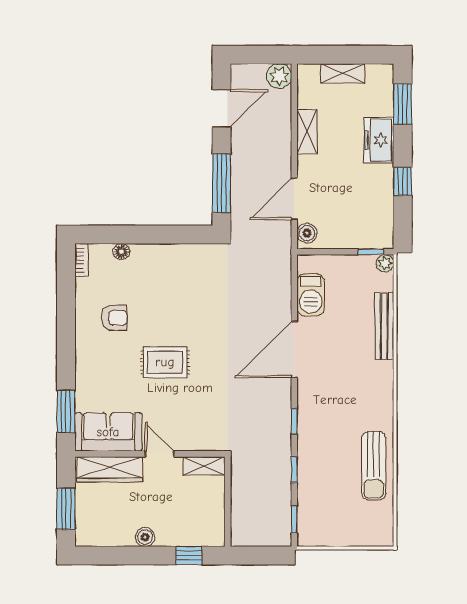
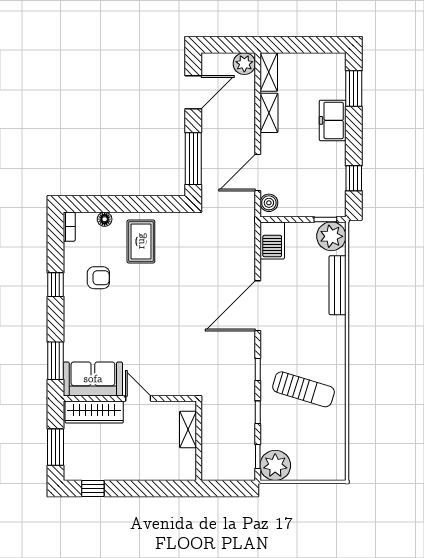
shelving: (343, 73) -> (269, 72), moved, turned 90
window: (403, 181) -> (354, 178), moved
plant: (385, 263) -> (331, 236), width x1.88, depth x1.88
barbecue: (311, 295) -> (272, 240), moved
window: (66, 325) -> (55, 285), added
rug: (165, 362) -> (141, 241), moved, turned 90
shelving: (204, 466) -> (188, 430), moved, turned 90
sun lounger: (374, 466) -> (303, 389), moved, turned -73
plant: (314, 530) -> (275, 465), added
boiler: (145, 537) -> (125, 472), removed
window: (189, 556) -> (93, 489), moved

